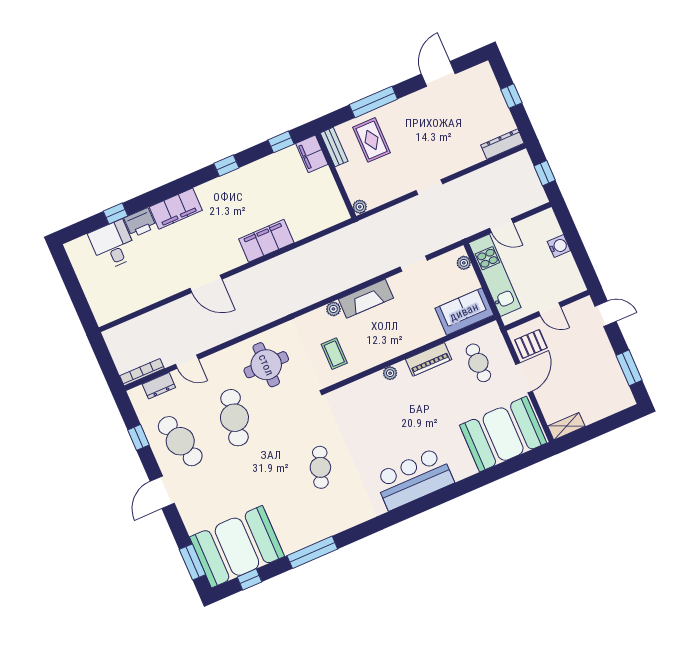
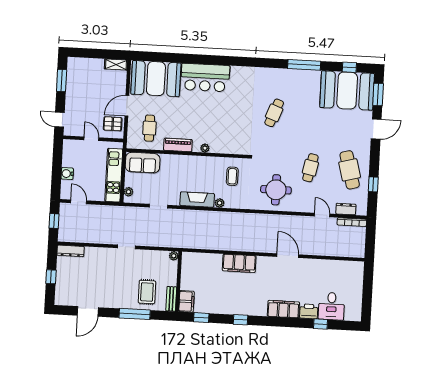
door: (501, 226) -> (79, 202), moved
cafe table: (234, 418) -> (310, 168), width x0.73, depth x0.74
bar counter: (414, 479) -> (205, 78), moved
door: (162, 492) -> (376, 129), moved

